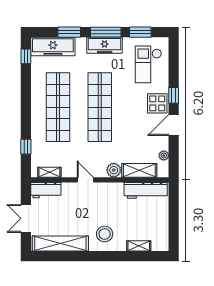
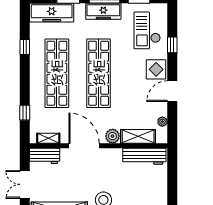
window: (26, 56) -> (25, 47), moved
window: (174, 95) -> (172, 45), moved
door: (85, 180) -> (84, 146), width x1.88

